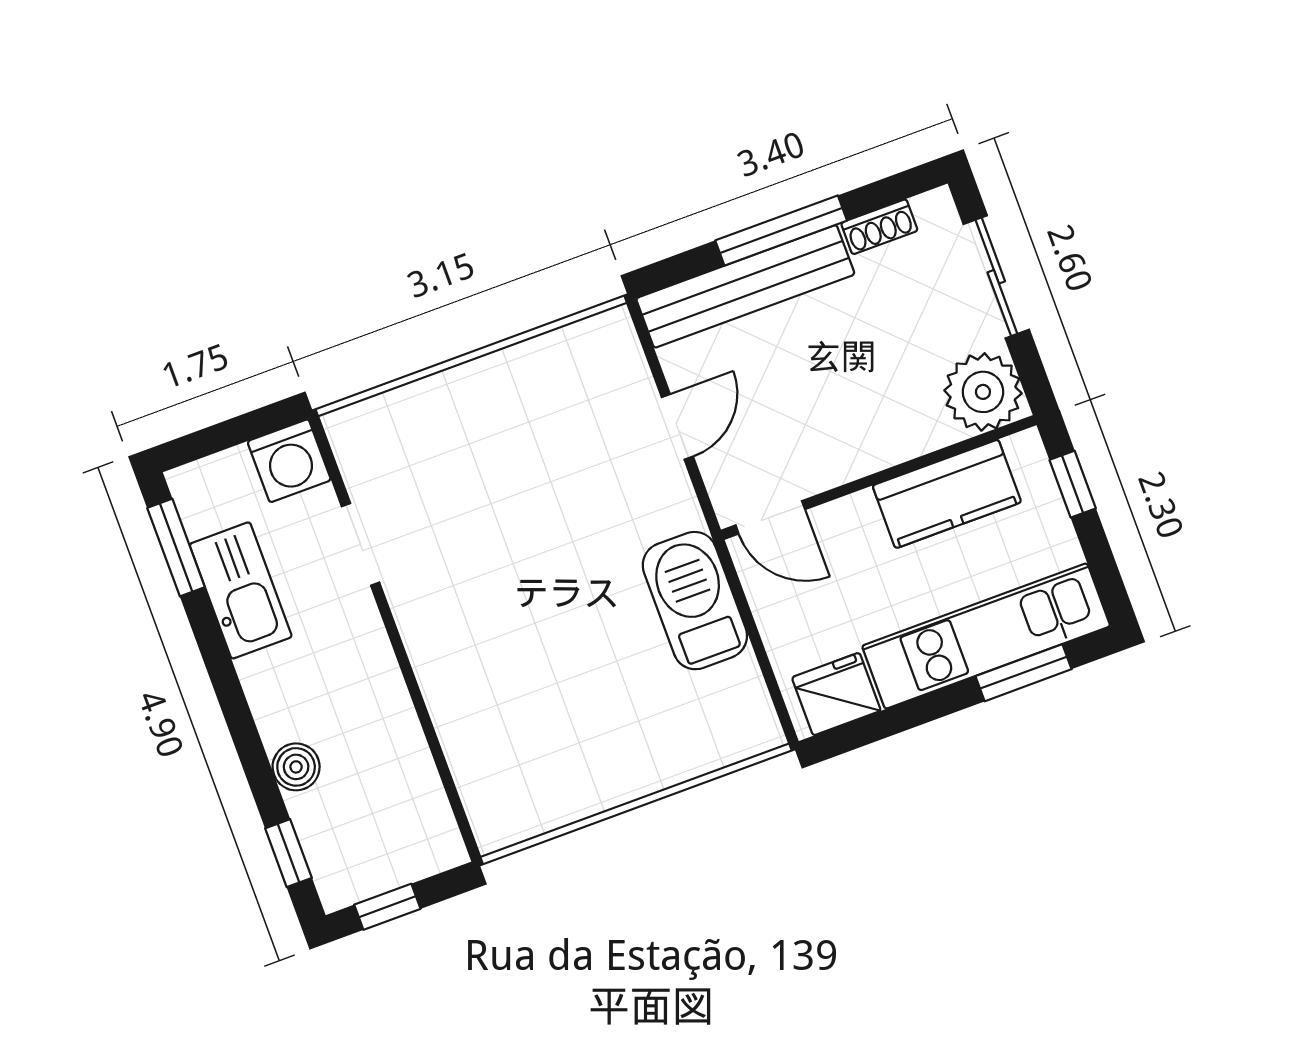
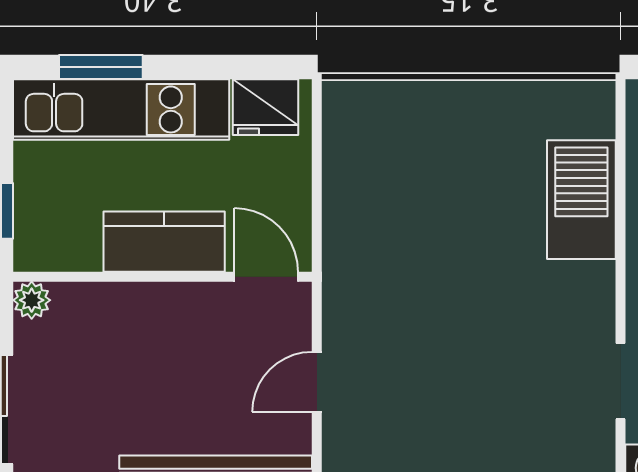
plant: (983, 392) -> (32, 300), width x0.53, depth x0.53
kitchen counter: (947, 494) -> (164, 242), moved
barbecue: (695, 601) -> (581, 200), moved, turned 180

